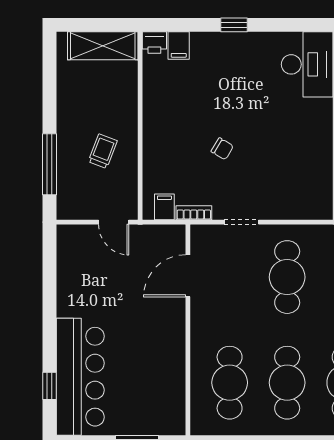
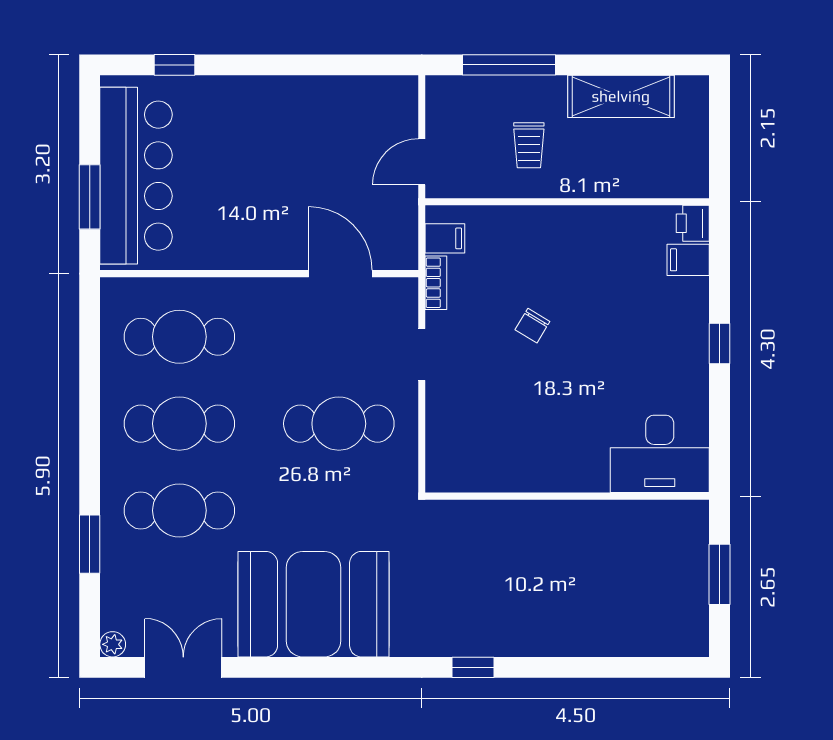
shelving: (103, 46) -> (621, 96), moved, turned 90
trolley: (103, 151) -> (529, 145), turned 69
bar counter: (80, 377) -> (136, 176), moved, turned -90

